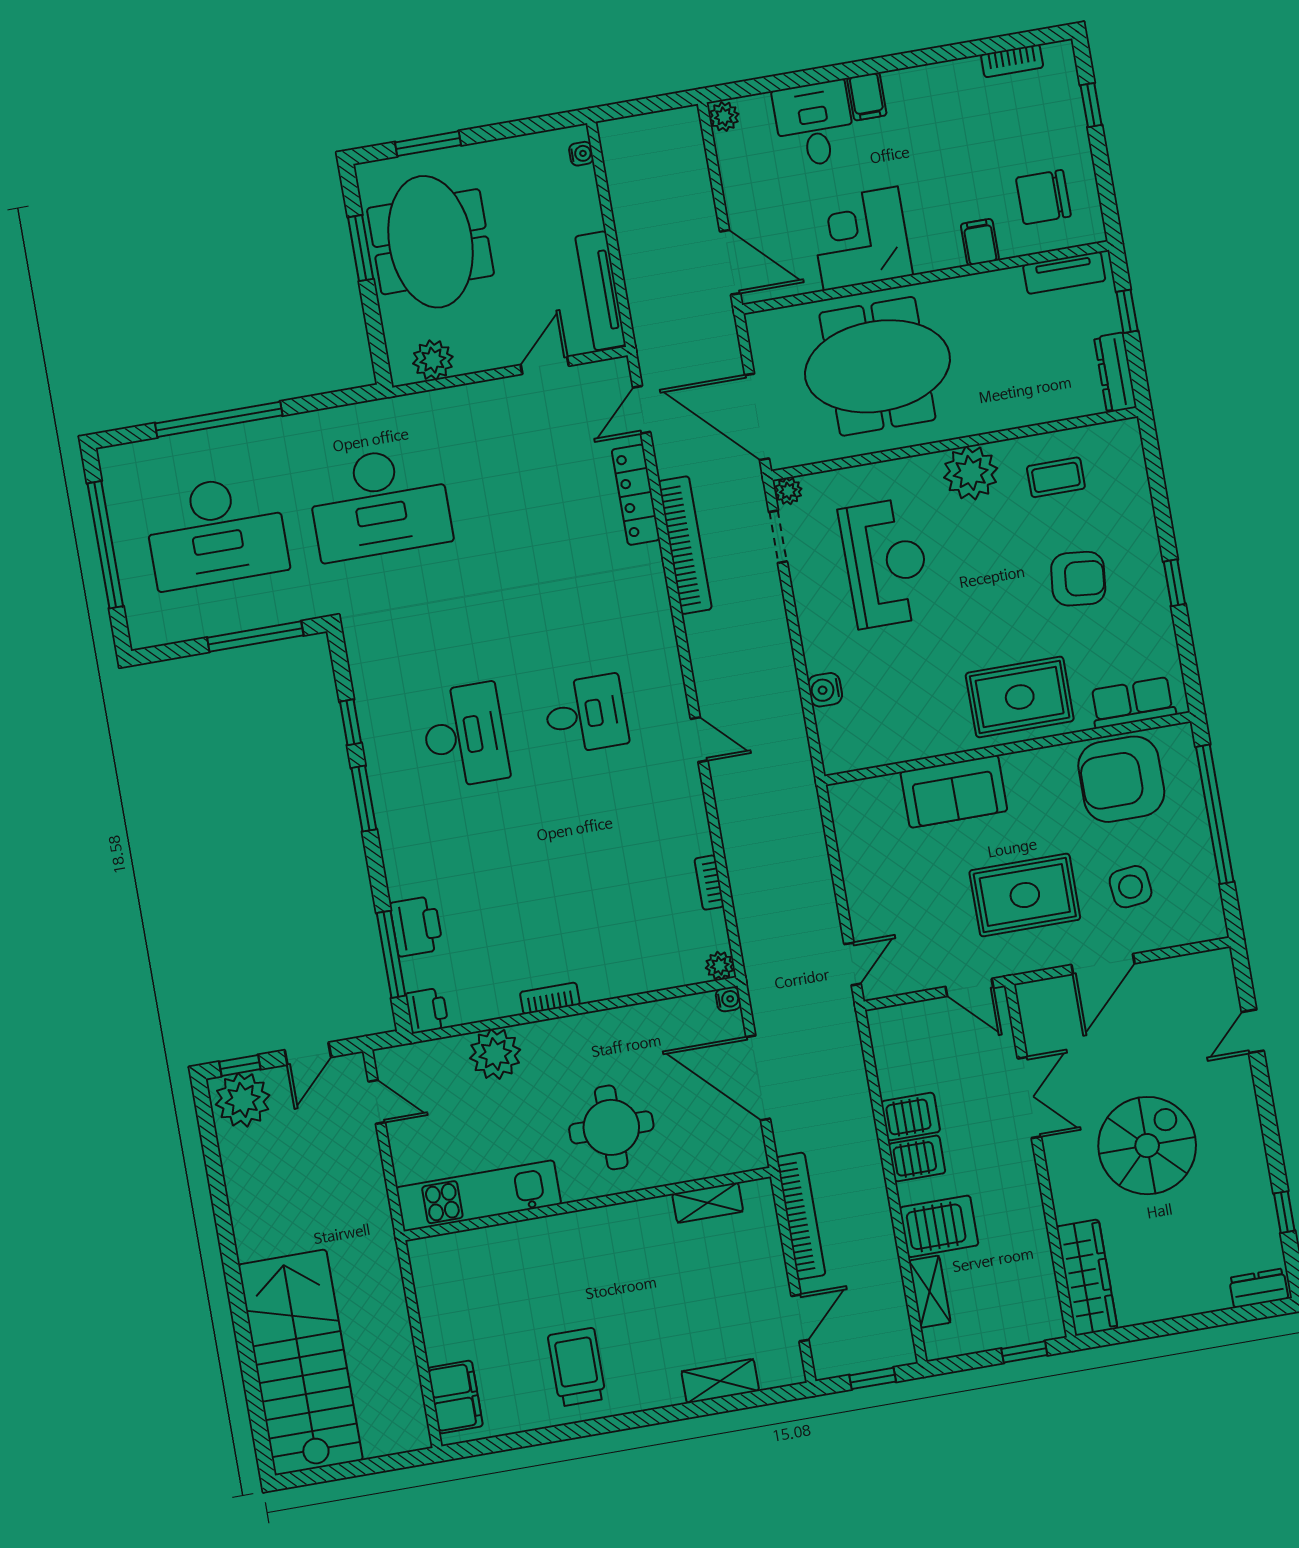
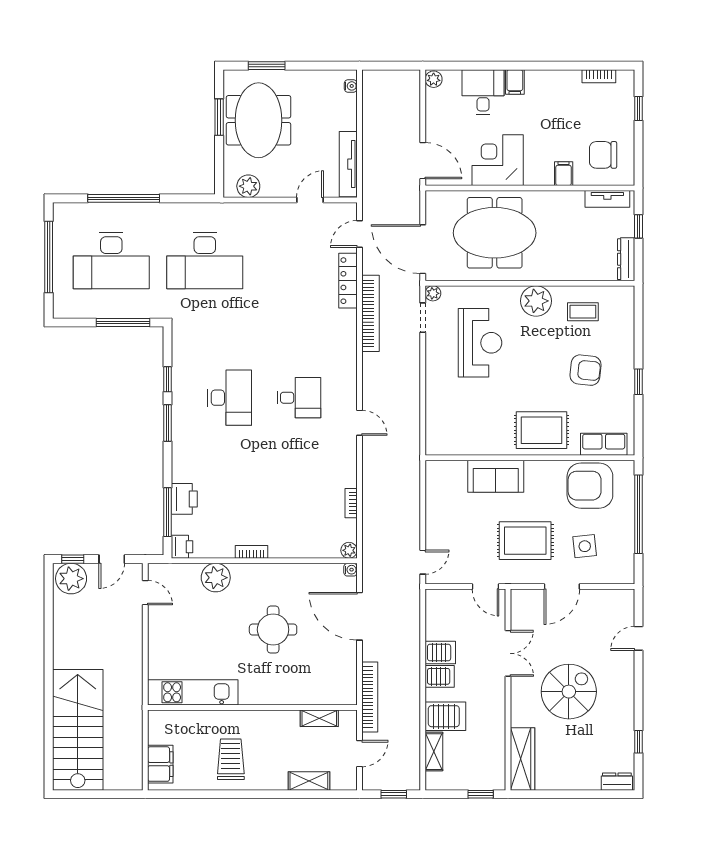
water cooler: (825, 690) -> (434, 407), removed
kitchen unit: (479, 1196) -> (193, 692), moved
shelving: (708, 1203) -> (319, 718), moved
wall: (587, 1204) -> (252, 707), moved

